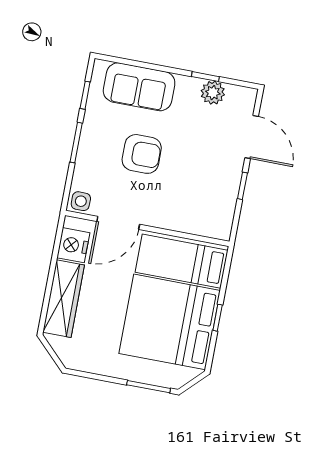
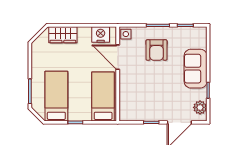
sofa: (139, 87) -> (196, 69), moved
plant: (213, 93) -> (200, 107), moved
armchair: (142, 154) -> (156, 50), moved
wardrobe: (64, 299) -> (63, 35), width x0.67
bed: (170, 322) -> (56, 96), width x0.49

